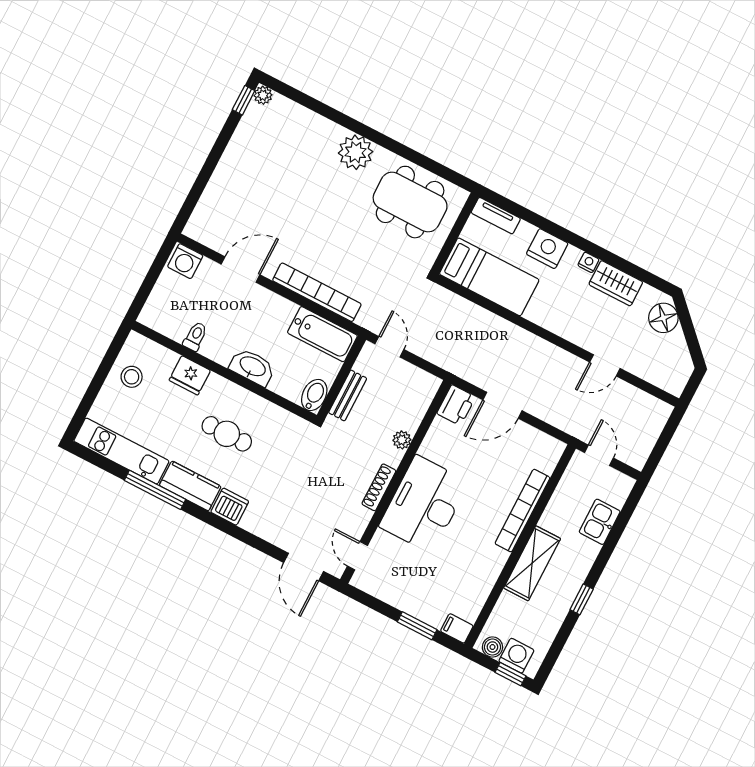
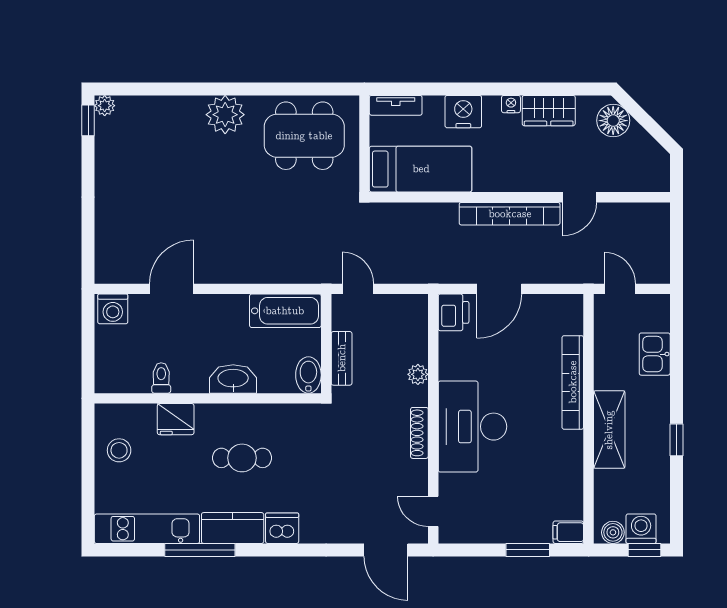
bookcase: (317, 292) -> (510, 214), moved, turned 180

